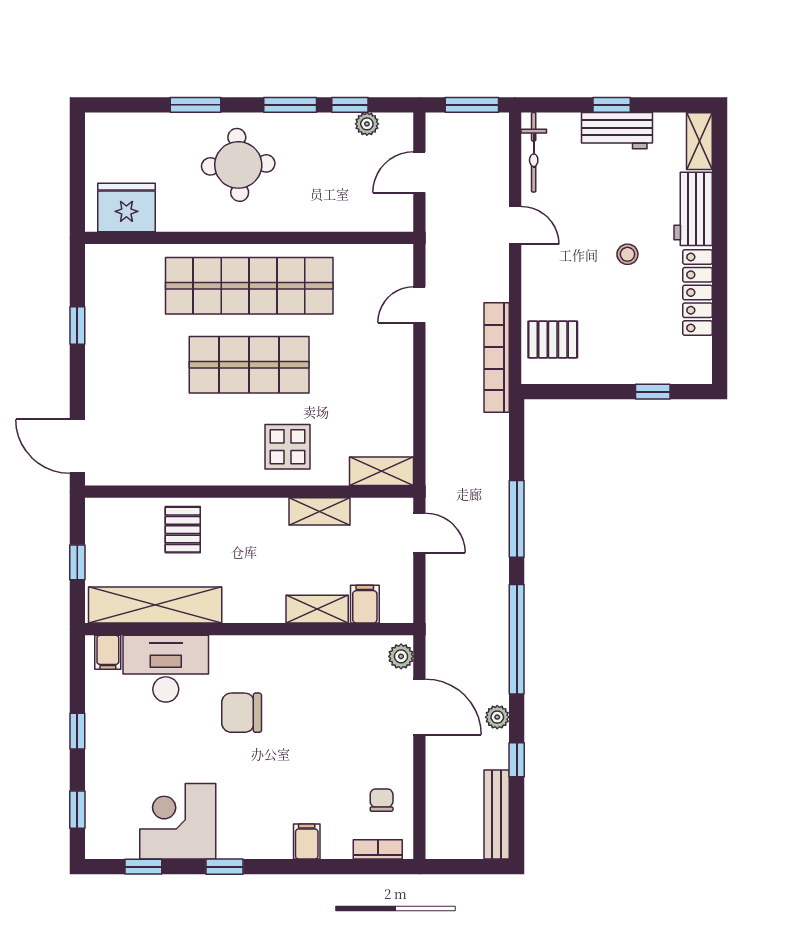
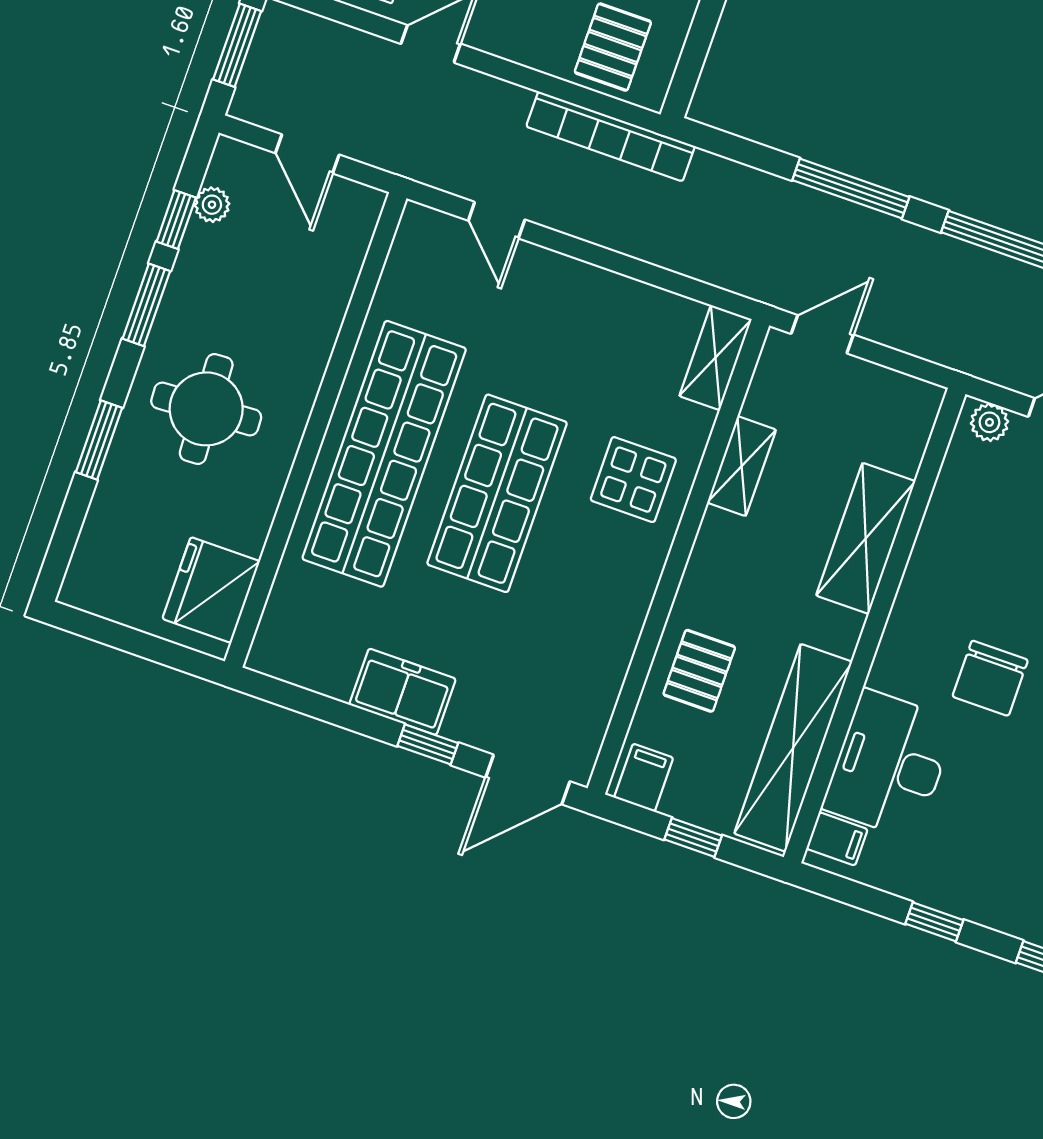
window: (77, 326) -> (428, 744), moved
freezer: (105, 349) -> (403, 692), added
pallet: (183, 530) -> (699, 671), turned 90
filing cabinet: (365, 604) -> (644, 778), moved, turned 90
shelving: (317, 609) -> (866, 538), width x1.50, depth x1.33

